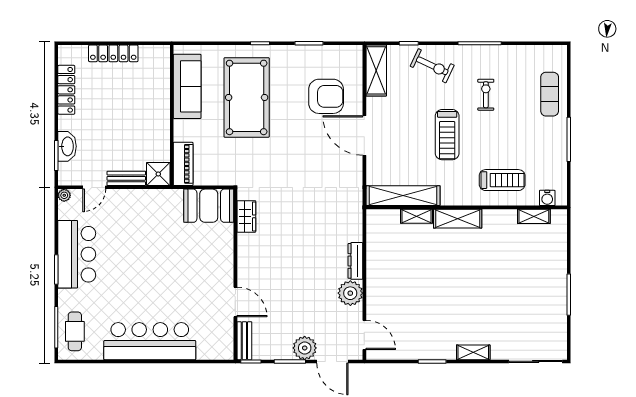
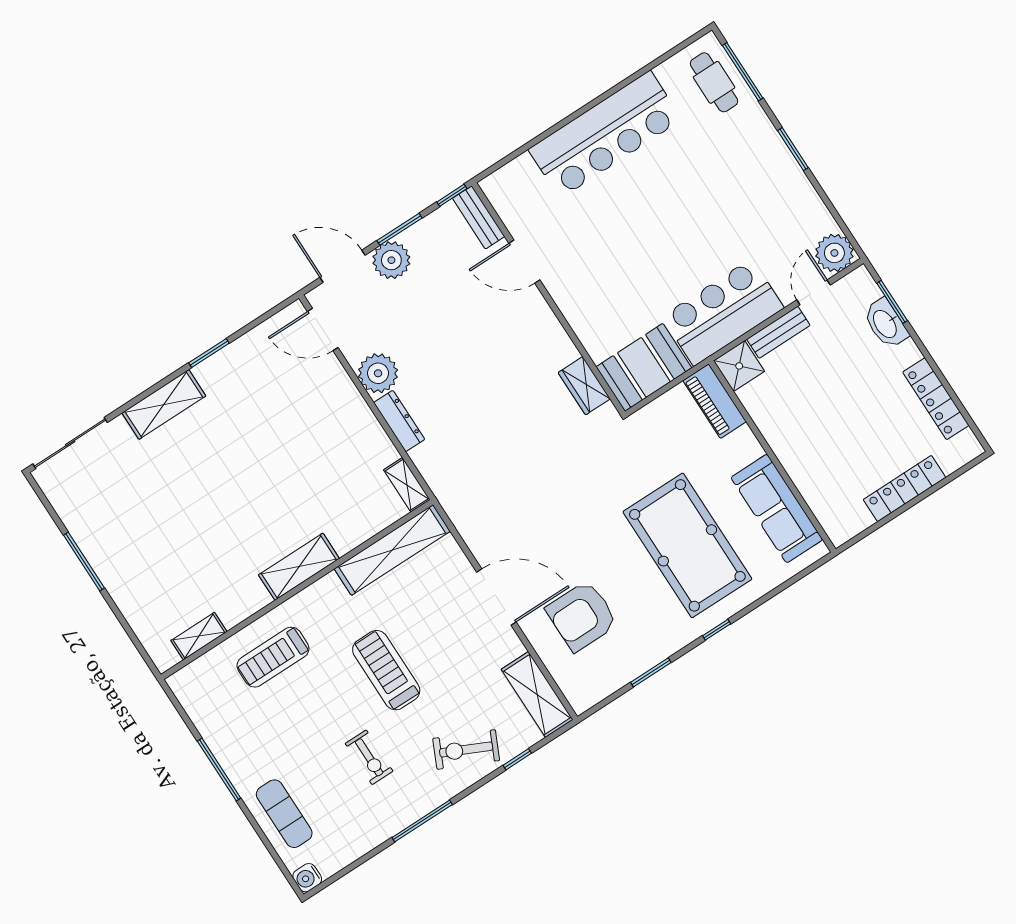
plant: (64, 195) -> (834, 253), width x1.88, depth x1.88
water cooler: (547, 198) -> (307, 878), moved, turned -90
shelving: (416, 216) -> (407, 485), moved, turned 90
bar counter: (77, 254) -> (723, 312), moved, turned 90
shelving: (473, 352) -> (164, 404), width x1.50, depth x1.33

